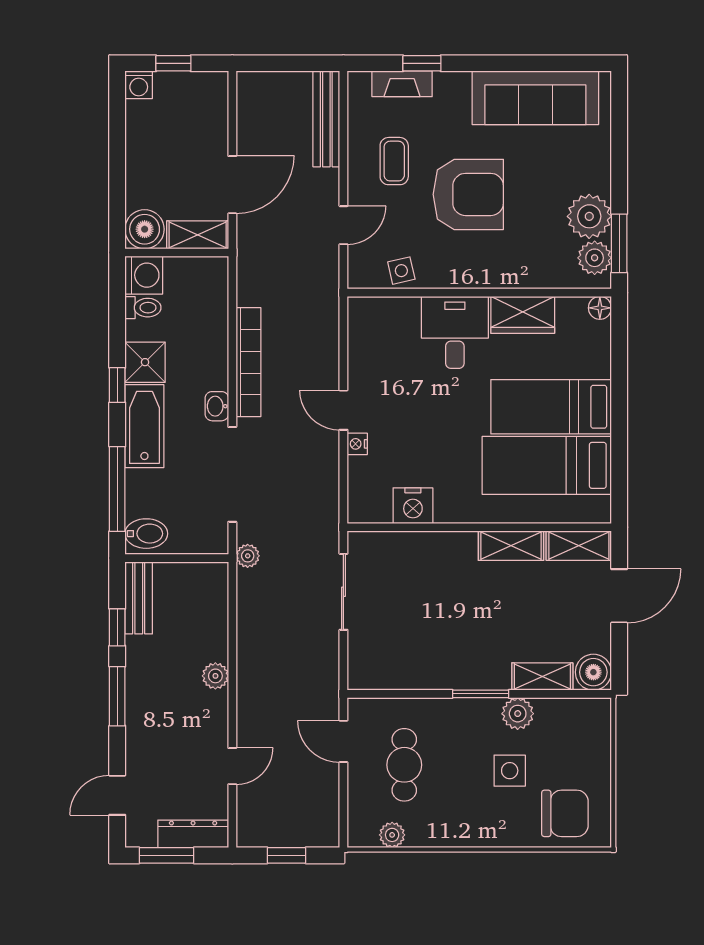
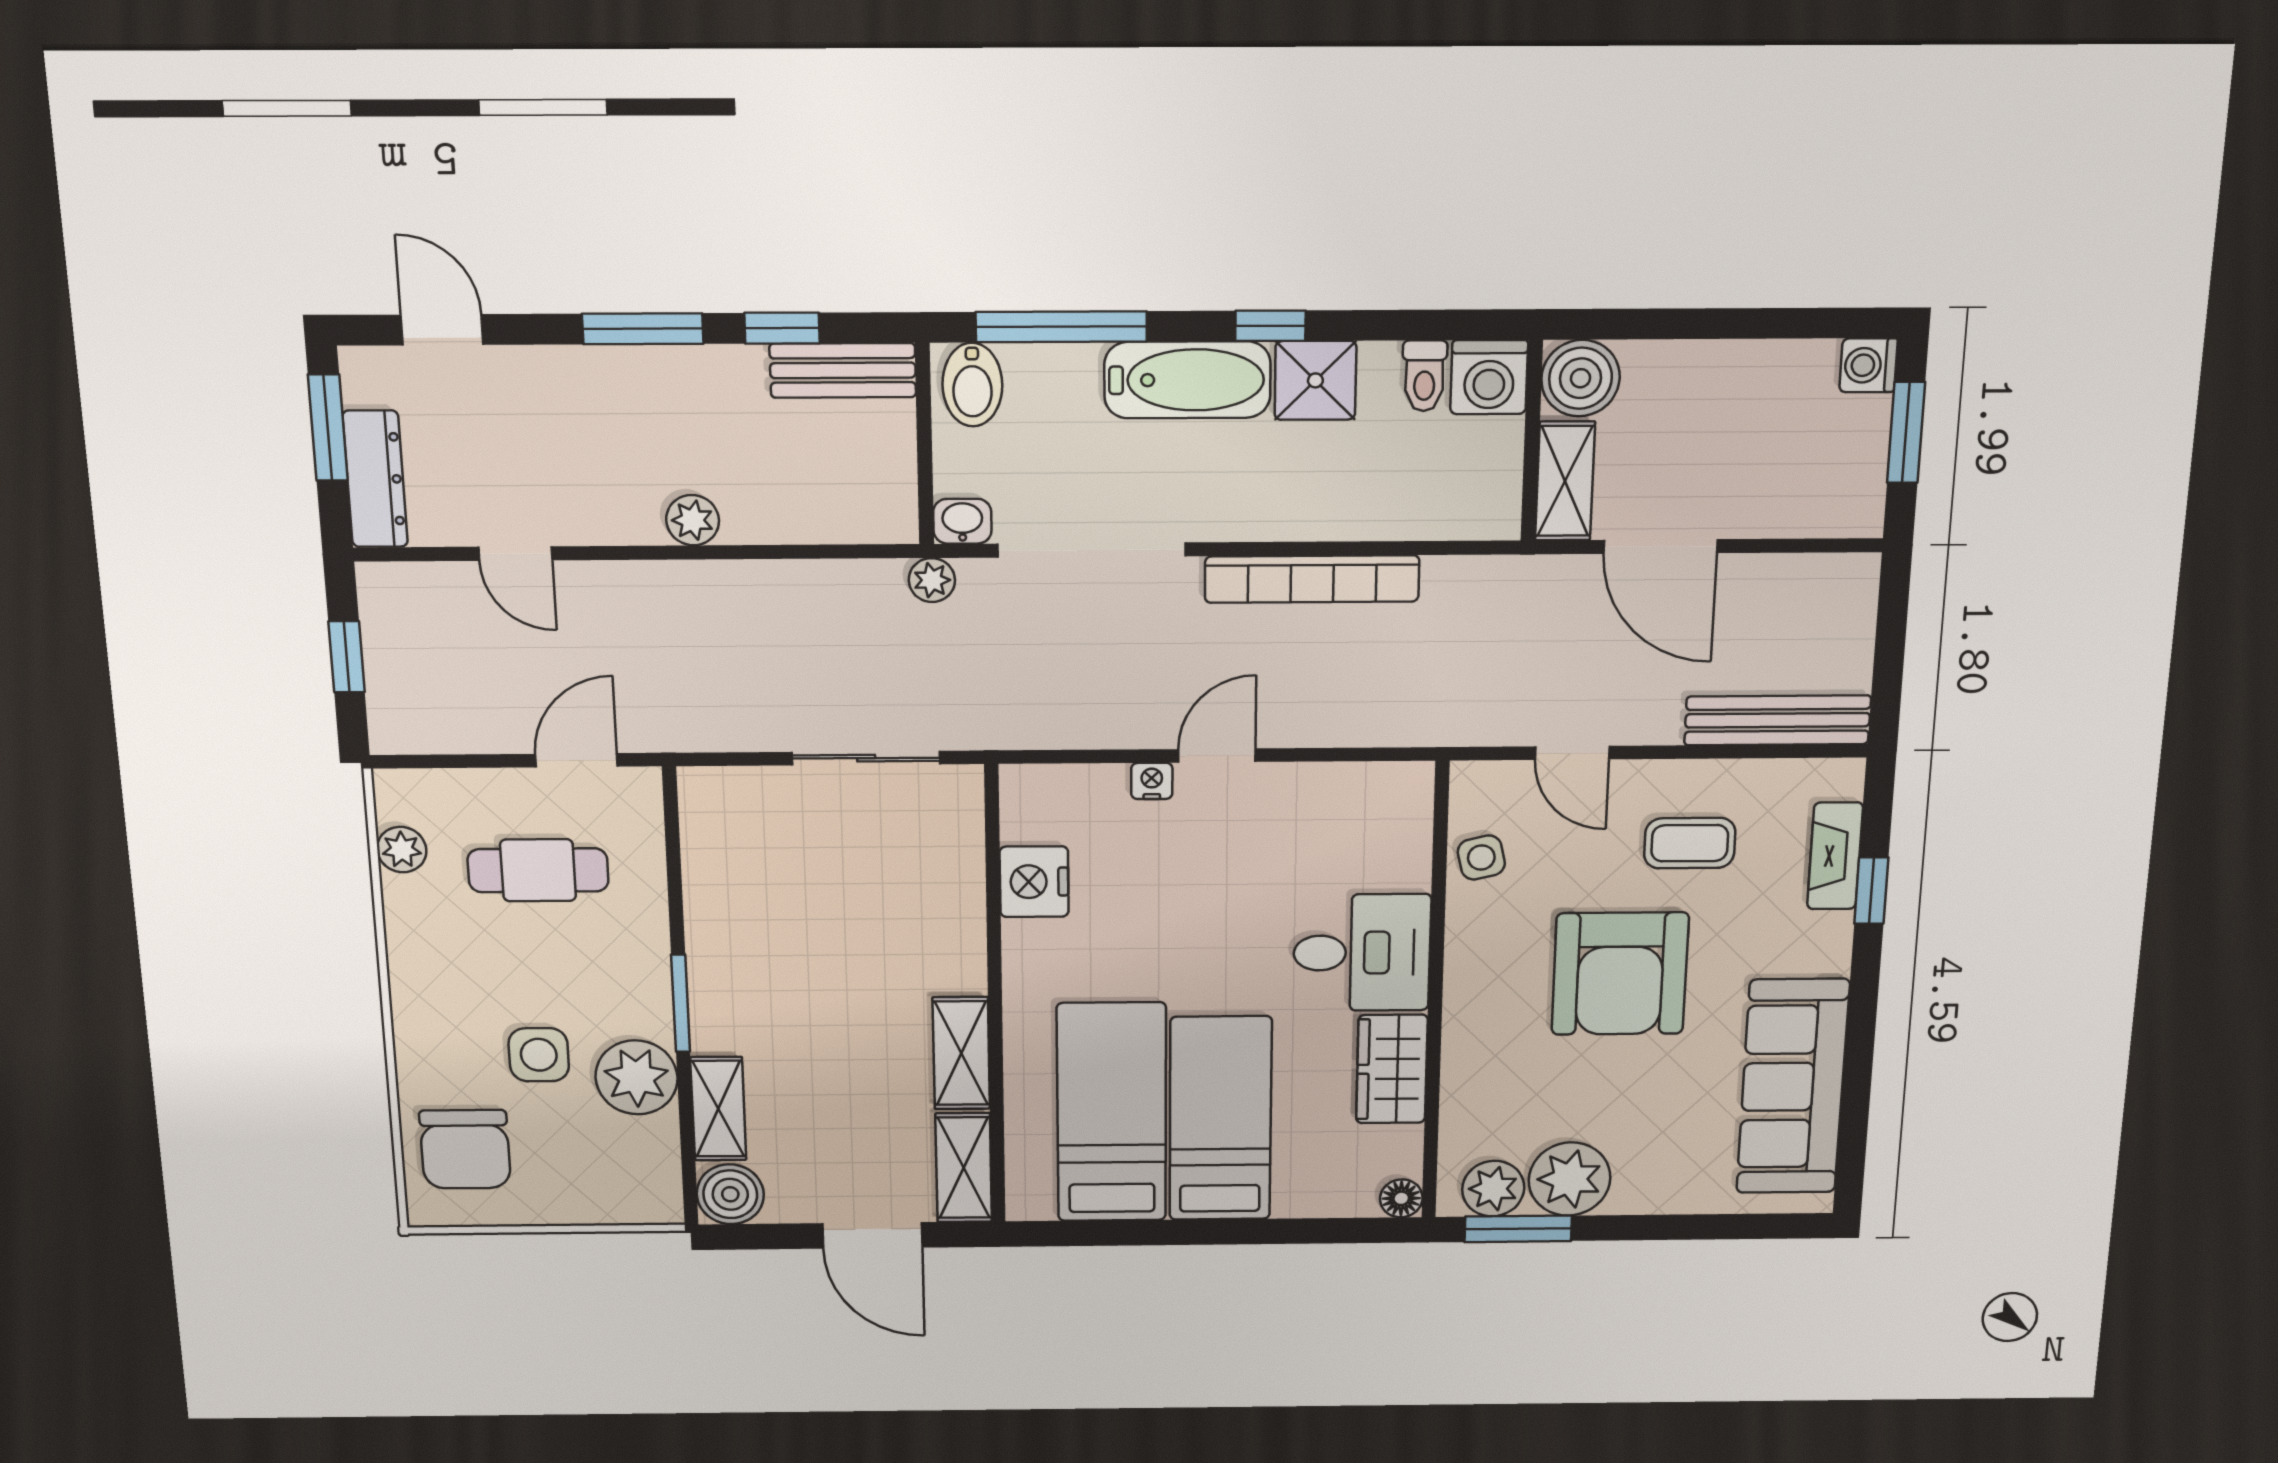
window: (173, 63) -> (1906, 432), width x1.50
washbasin: (217, 406) -> (962, 521), moved
plant: (518, 714) -> (637, 1077), width x1.36, depth x1.36

